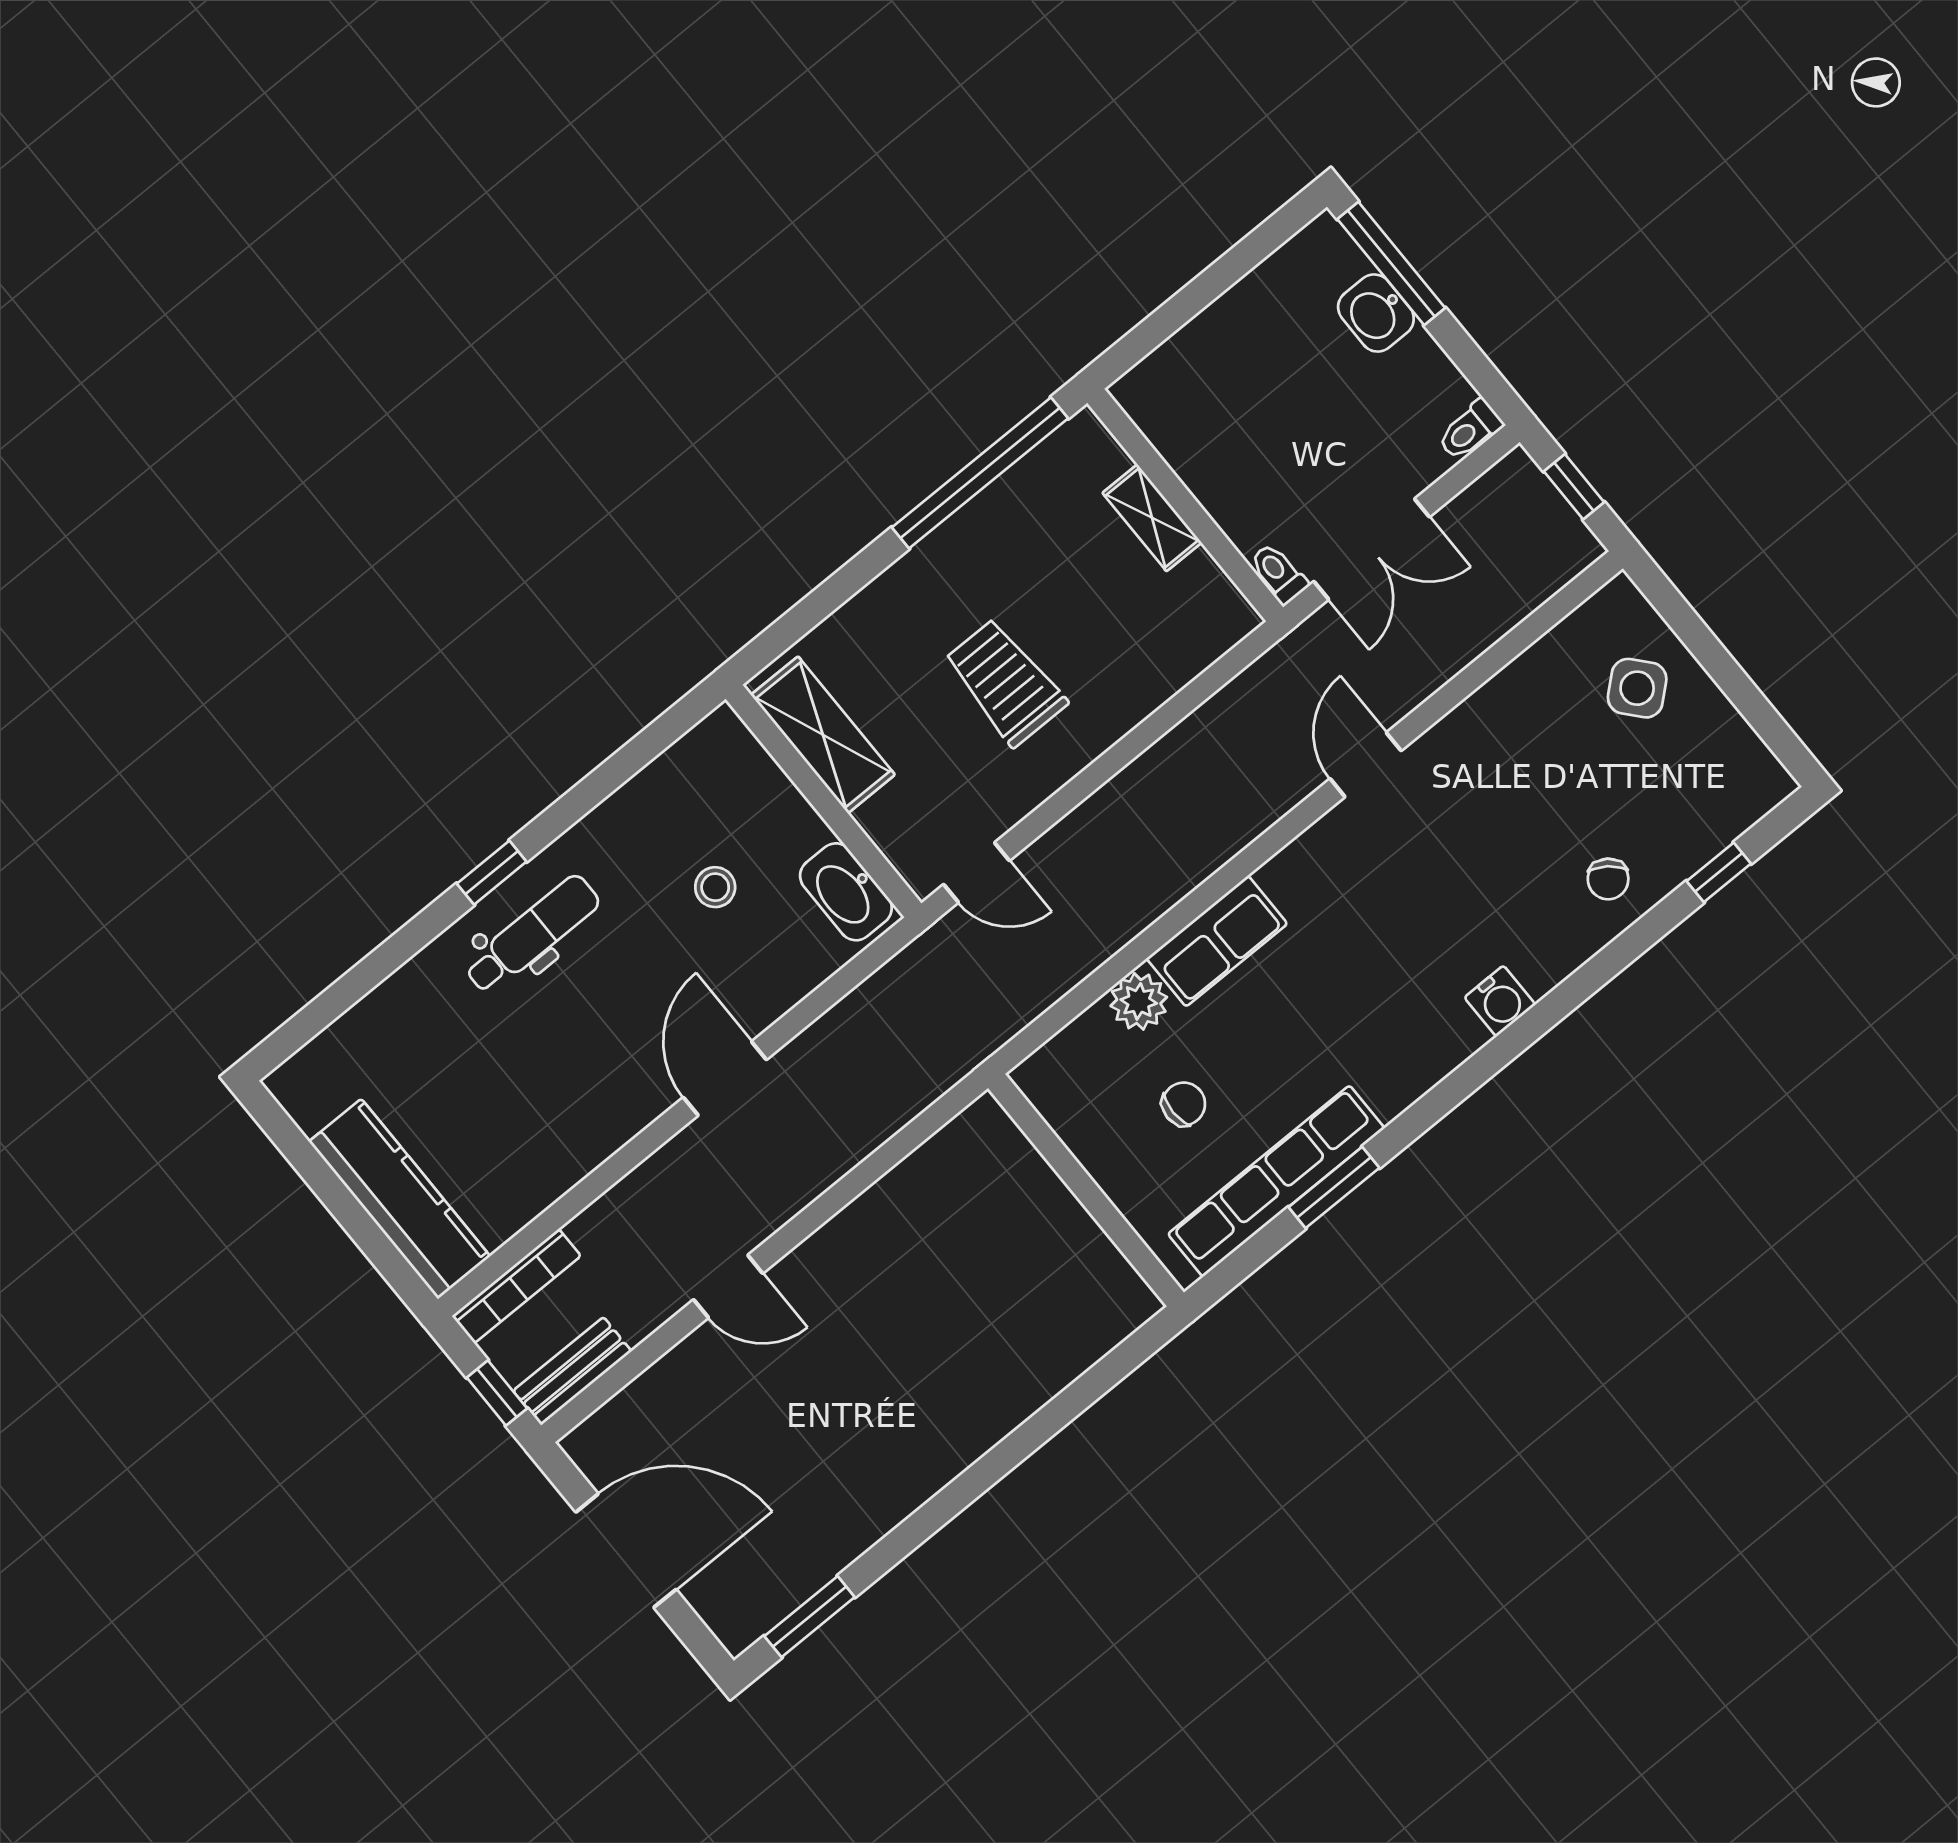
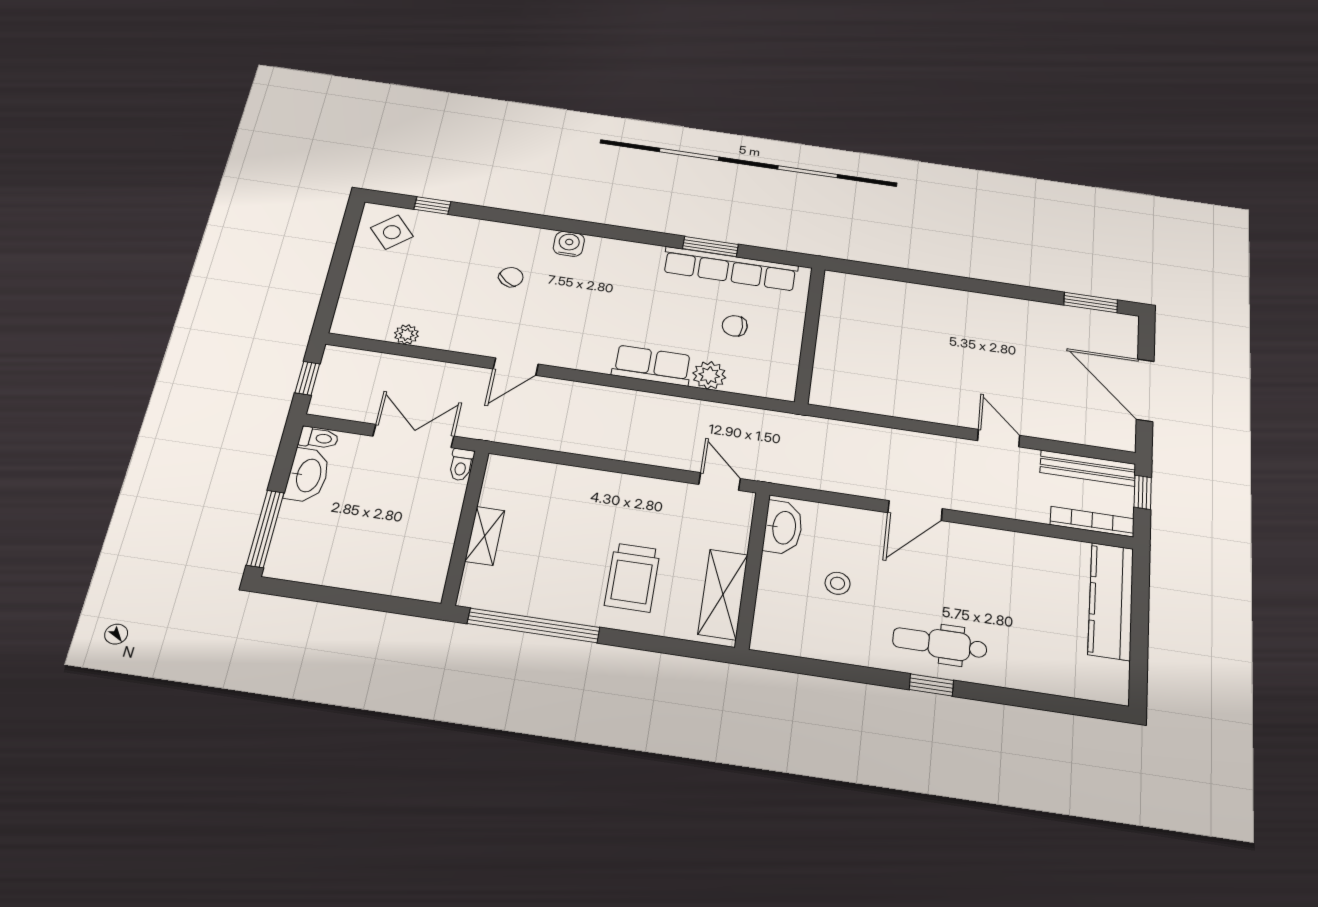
washbasin: (1376, 313) -> (308, 475), moved, width x1.38
plant: (1535, 667) -> (406, 334), added
trolley: (1005, 682) -> (632, 577), moved
side table: (1637, 688) -> (392, 232), moved
chair: (1608, 879) -> (511, 277), moved
bench: (572, 1371) -> (1088, 468), width x1.36

